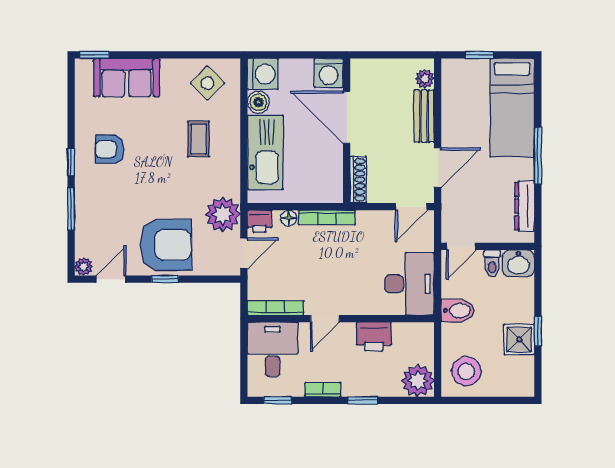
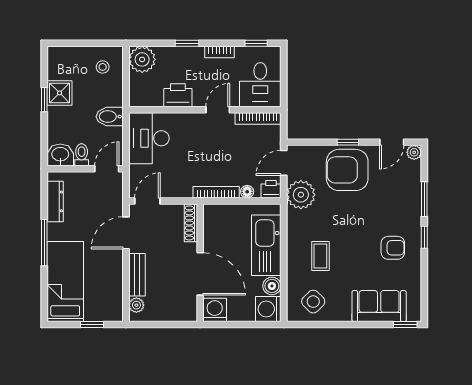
stool: (466, 371) -> (103, 67), width x0.53, depth x0.53

